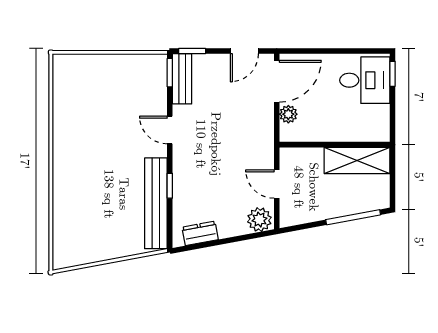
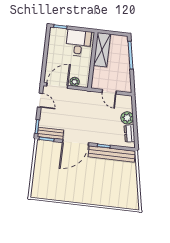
desk: (365, 80) -> (78, 43), moved
door: (277, 81) -> (57, 86), hinge flipped
door: (170, 130) -> (76, 143), width x1.88
door: (277, 184) -> (109, 92), hinge flipped
plant: (259, 220) -> (127, 118), moved

